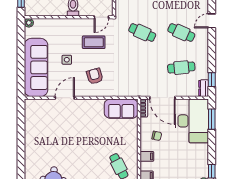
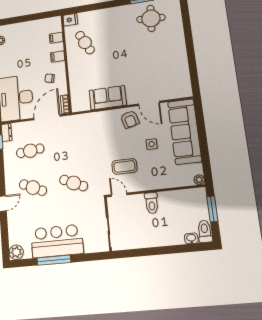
door: (101, 17) -> (119, 195), hinge flipped
armchair: (95, 76) -> (130, 119), moved
door: (65, 98) -> (149, 103), hinge flipped
door: (162, 98) -> (47, 117), hinge flipped
sofa: (121, 109) -> (108, 98), moved

